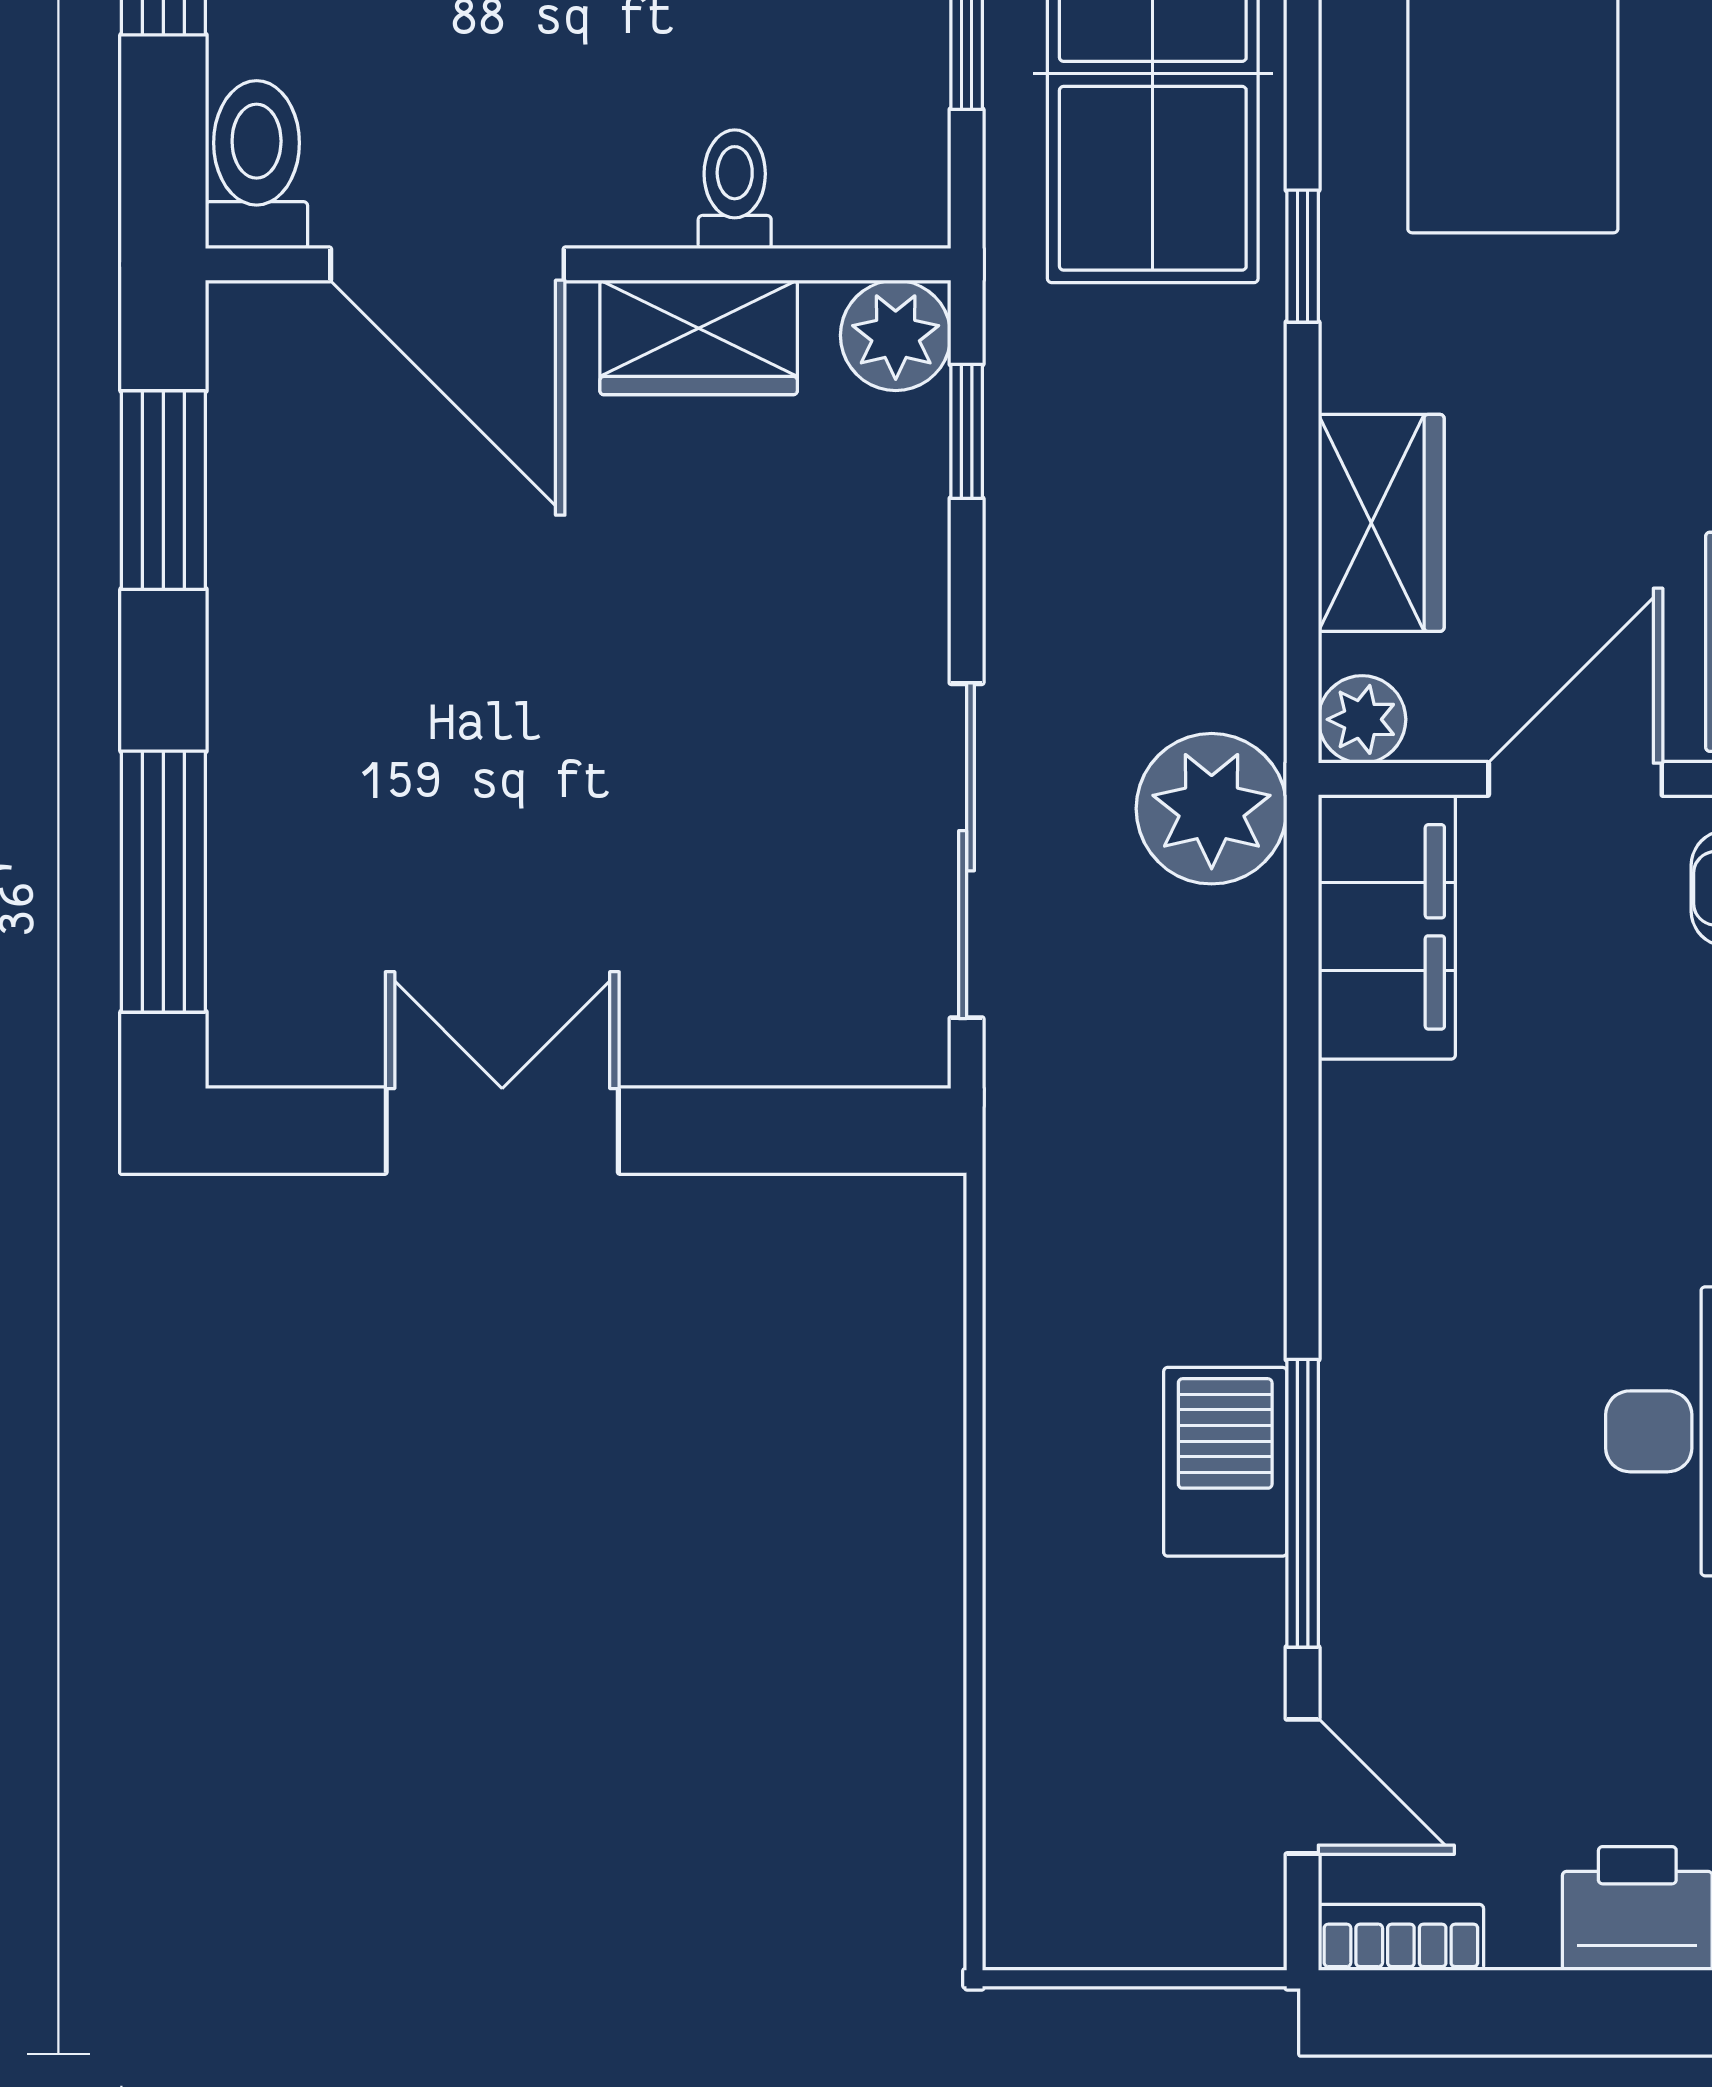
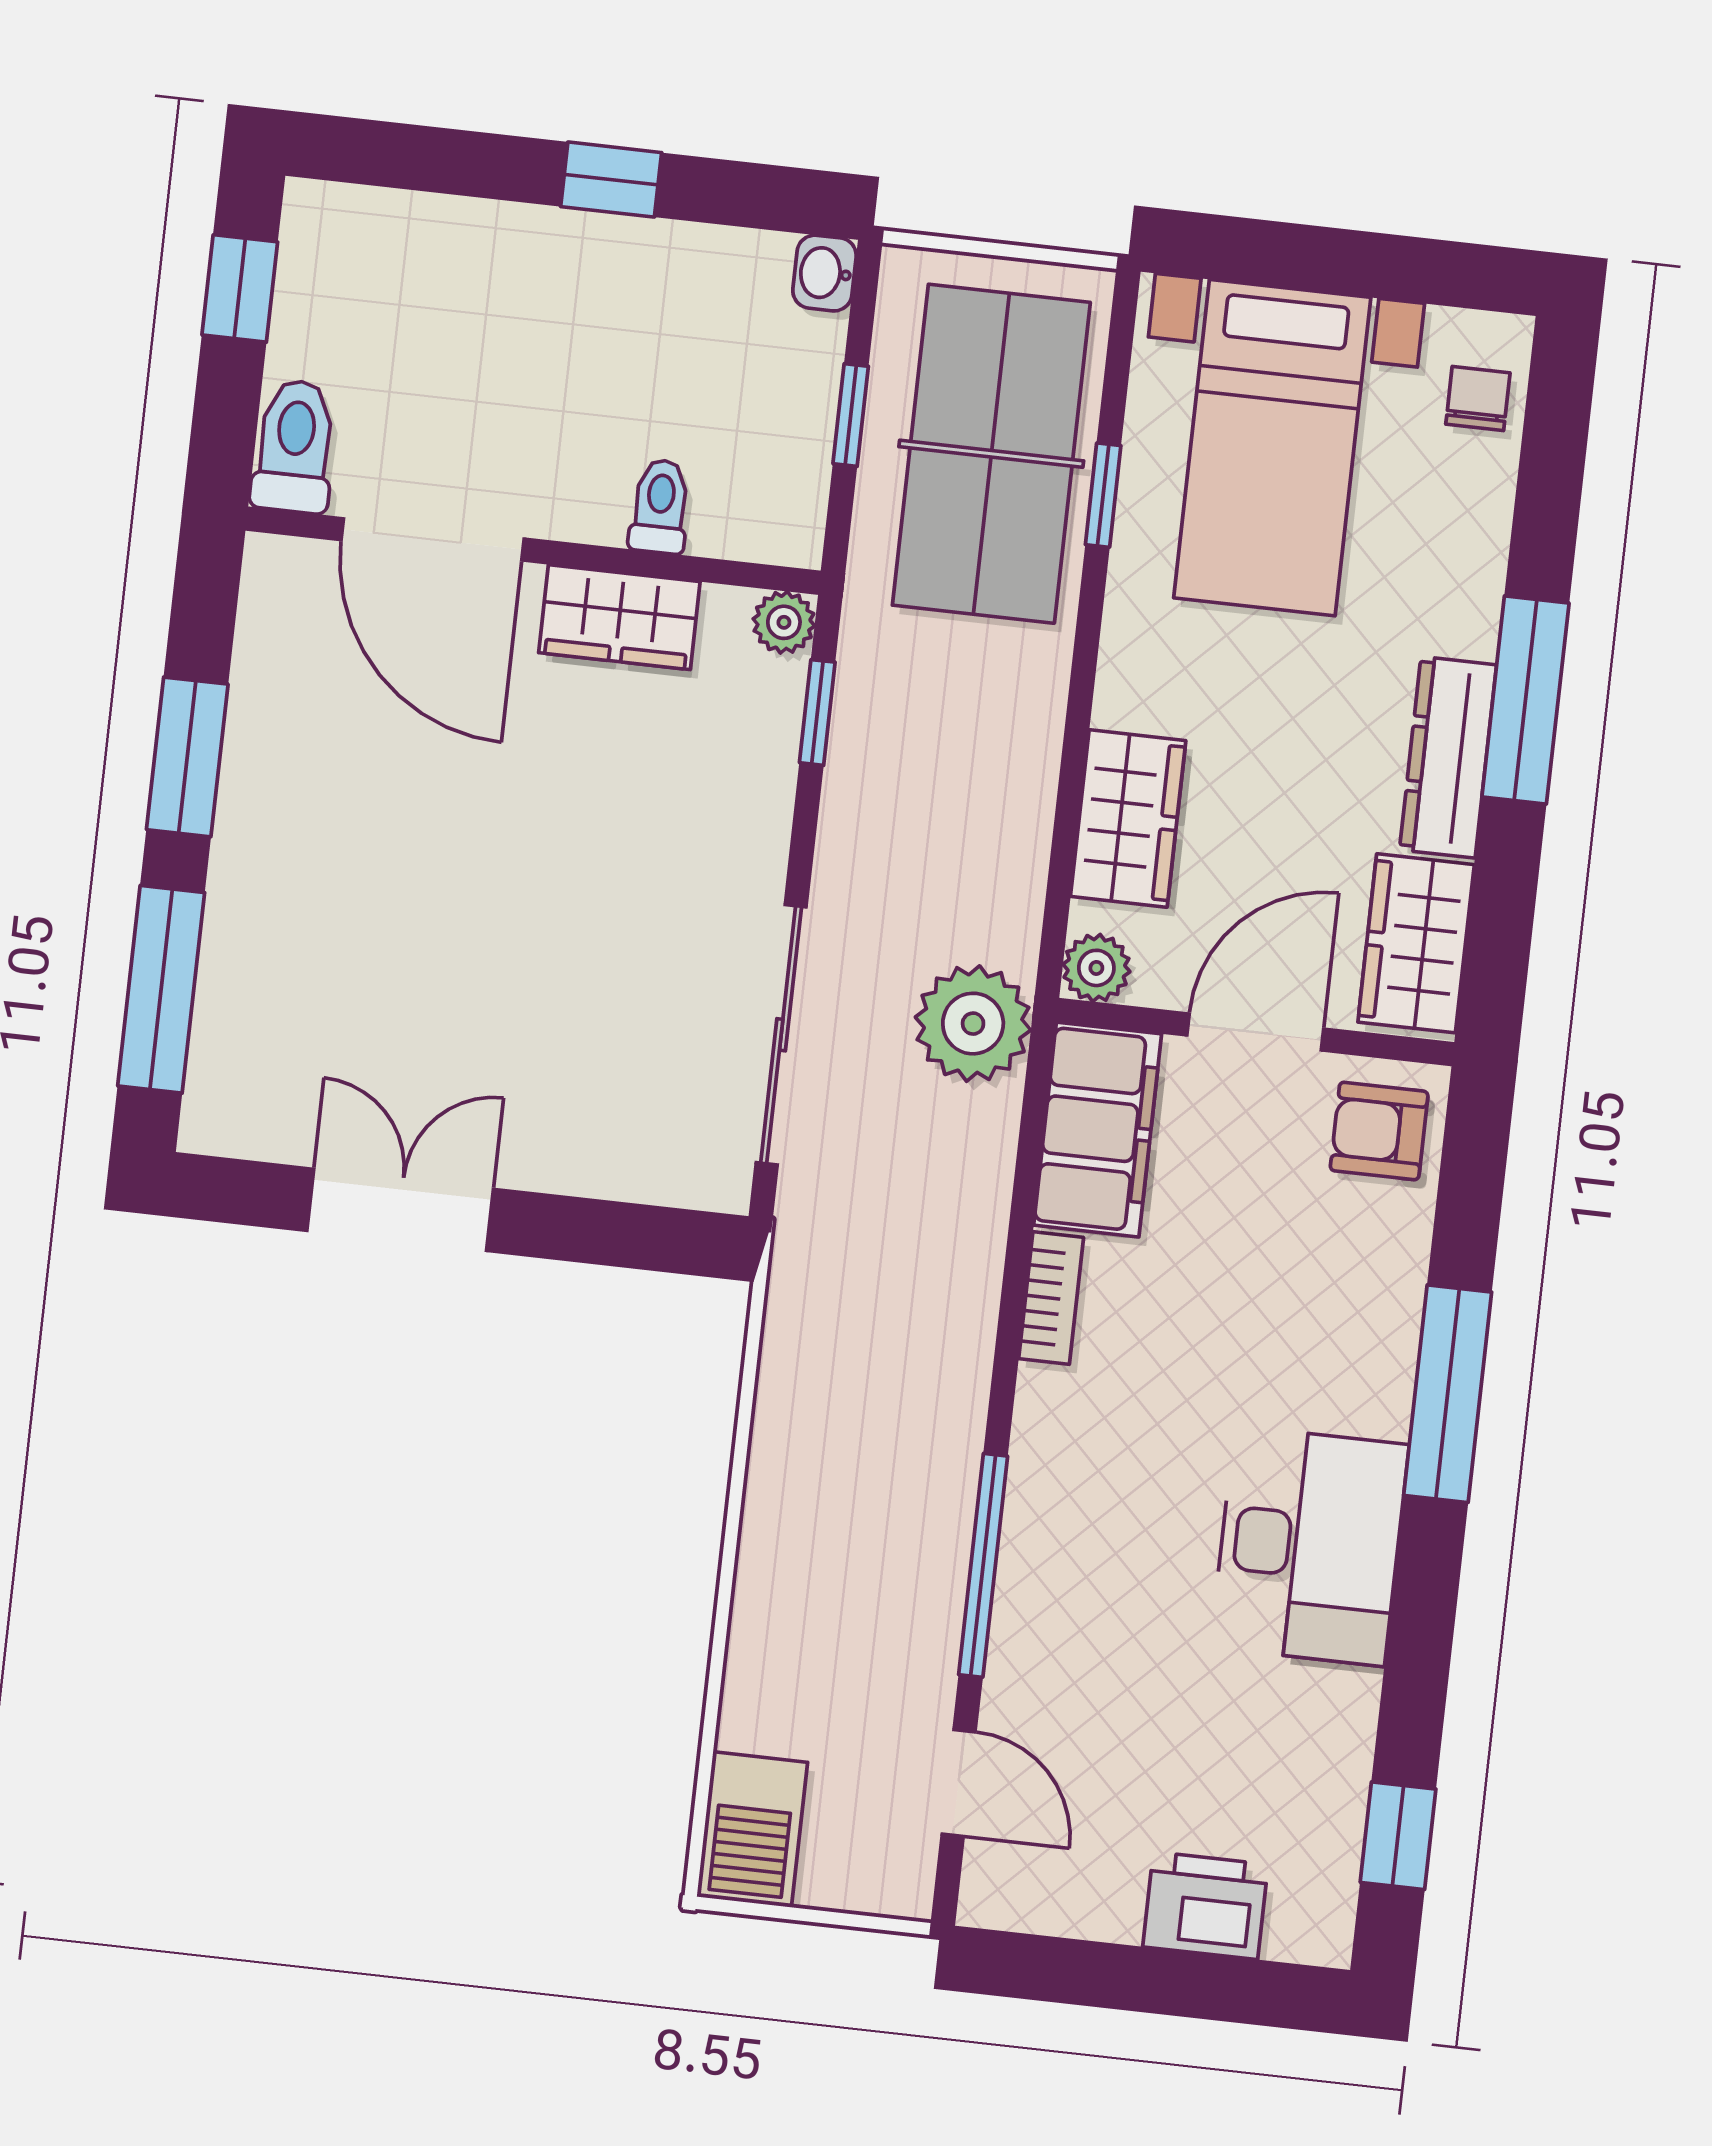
window: (1303, 256) -> (1103, 495), moved
plant: (896, 335) -> (784, 622), width x0.73, depth x0.73
window: (163, 490) -> (187, 757), moved
barbecue: (1225, 1462) -> (752, 1830), moved, turned 180
bookcase: (1401, 1937) -> (1051, 1298), moved, turned 90

